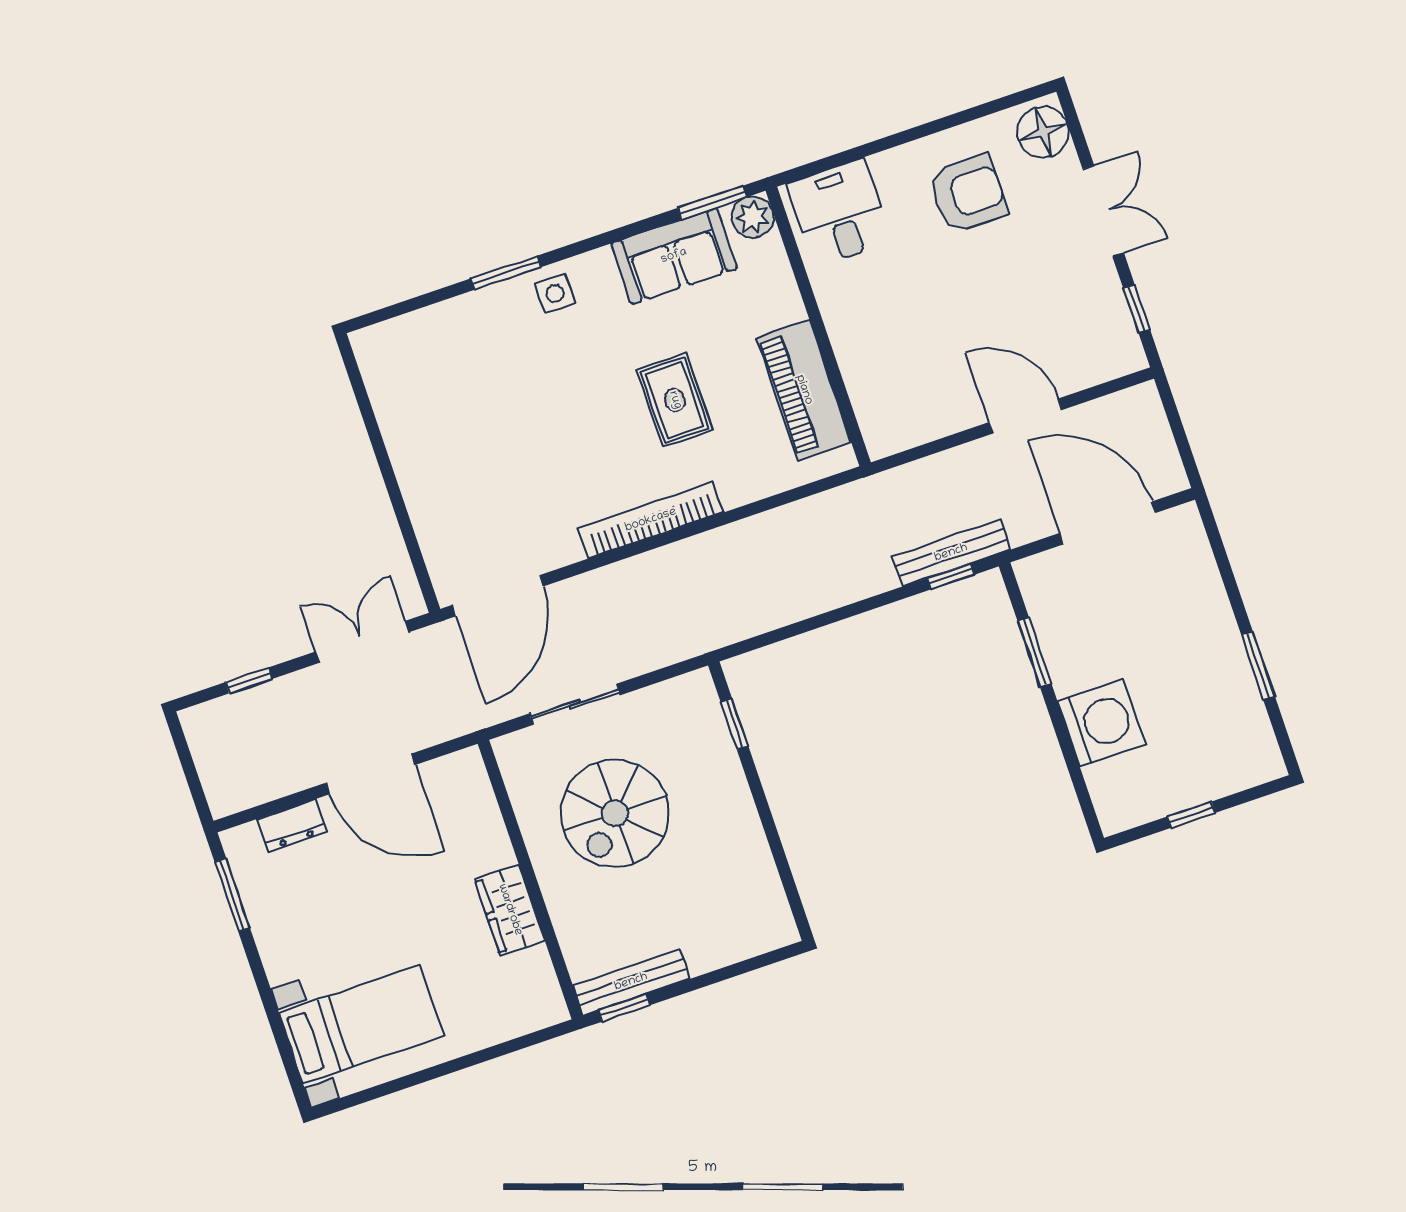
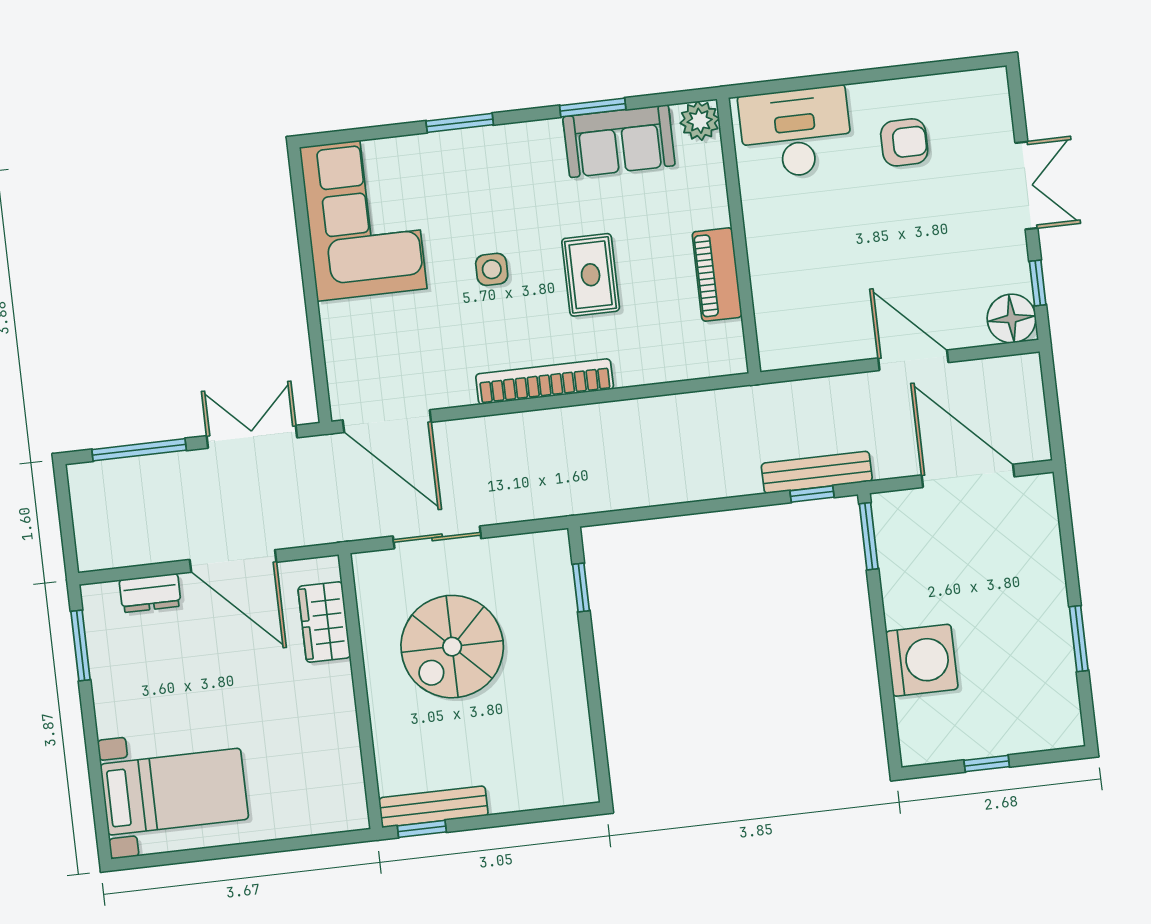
floor lamp: (1043, 132) -> (1012, 319), moved
armchair: (968, 194) -> (904, 142), width x0.72, depth x0.72
window: (712, 202) -> (593, 107), moved
desk: (839, 213) -> (796, 133), width x1.37
side table: (555, 293) -> (492, 269), moved
piano: (804, 390) -> (717, 275), width x0.73, depth x0.75
corner sofa: (428, 392) -> (363, 218), added
door: (498, 596) -> (387, 421), hinge flipped
window: (1034, 652) -> (869, 536), moved
window: (249, 680) -> (139, 450), width x2.17
wardrobe: (510, 910) -> (324, 622), moved

